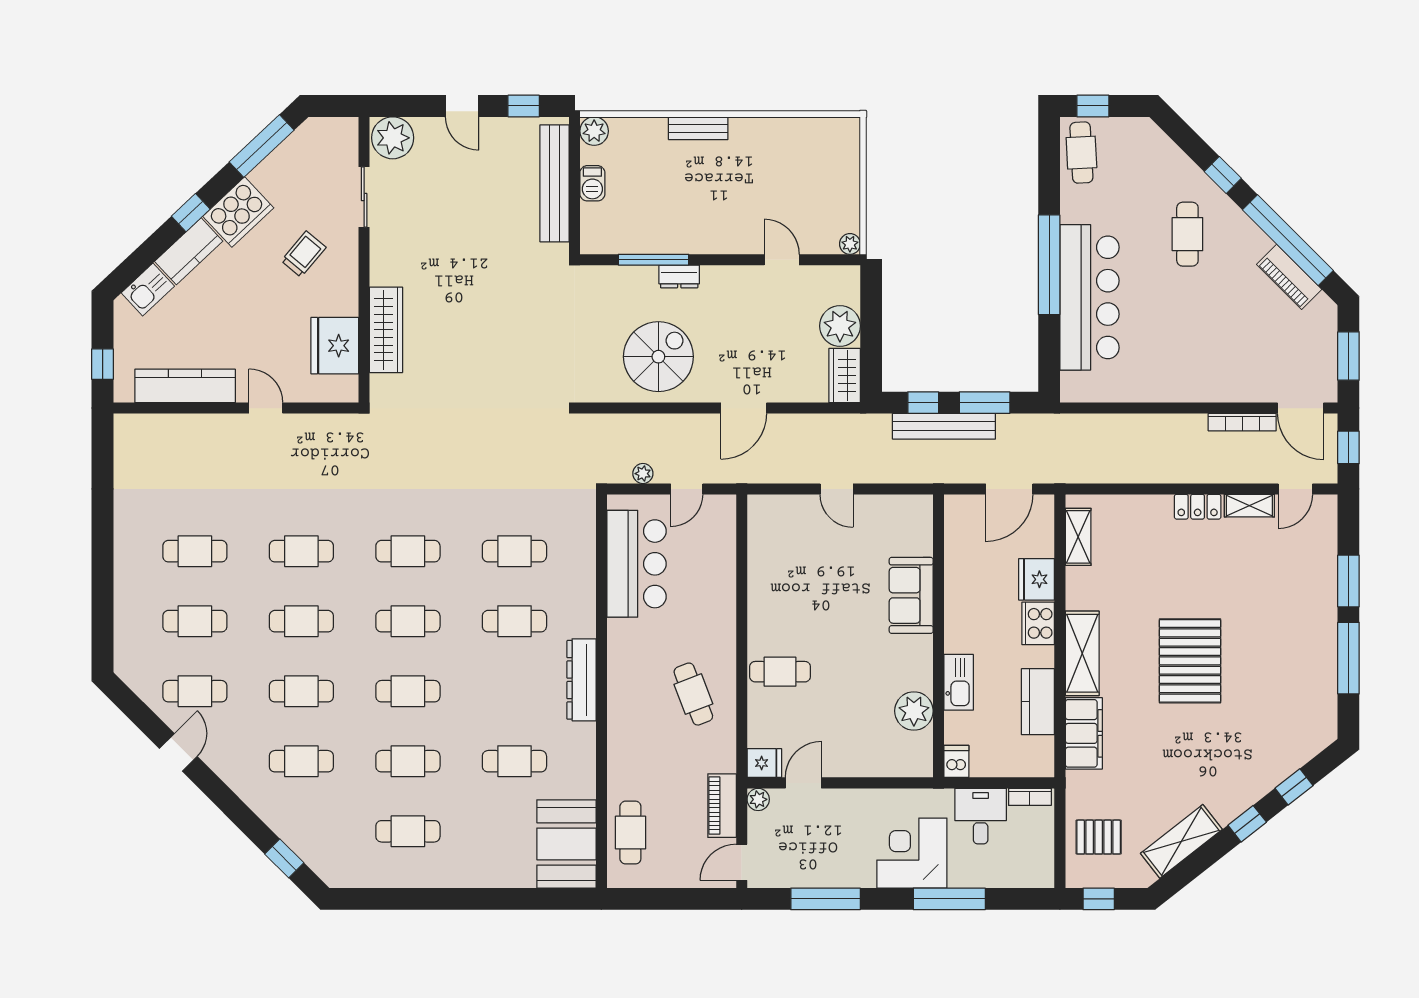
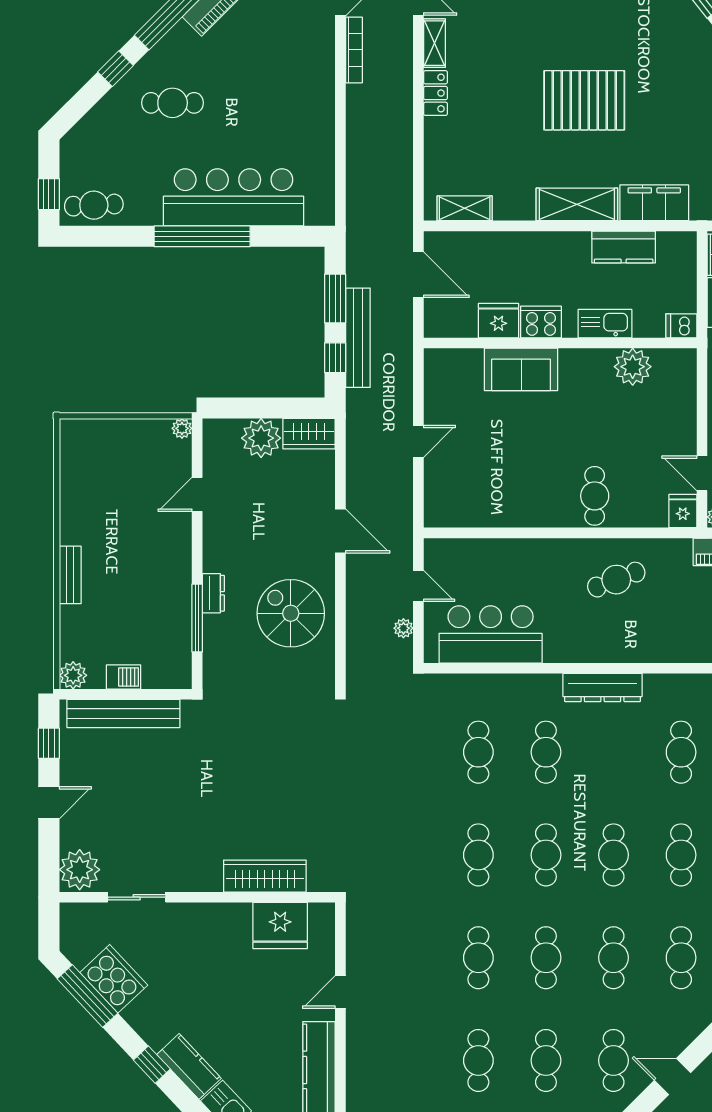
cooker: (238, 212) -> (114, 979), moved
trolley: (304, 254) -> (192, 956), removed
fridge: (1037, 579) -> (498, 321), moved, turned 180
cooker: (1038, 623) -> (541, 322), moved, turned 180

